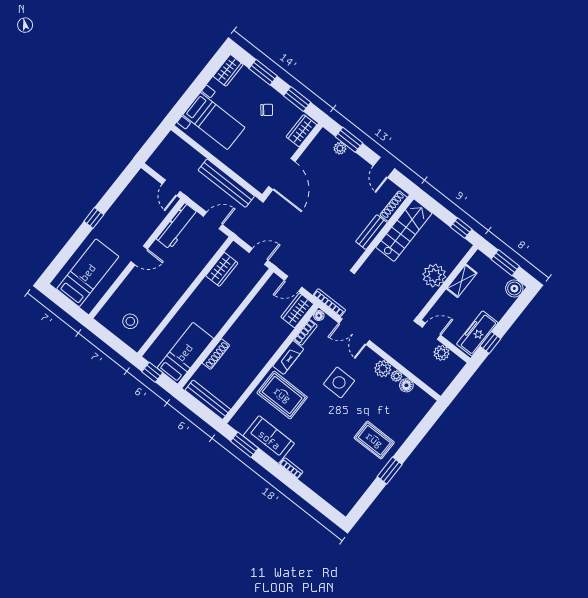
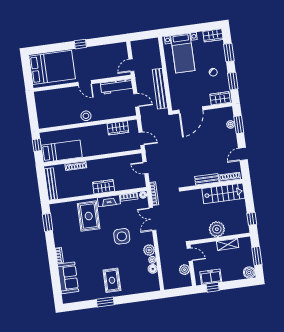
bed: (88, 273) -> (52, 67), width x1.50
wardrobe: (297, 310) -> (104, 187), moved
stool: (130, 321) -> (86, 116), moved
freezer: (477, 333) -> (211, 277), width x0.71
sofa: (269, 440) -> (68, 278), moved

